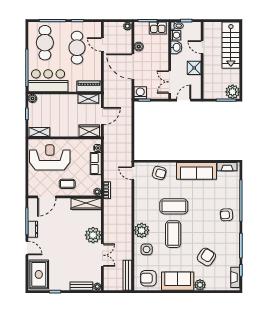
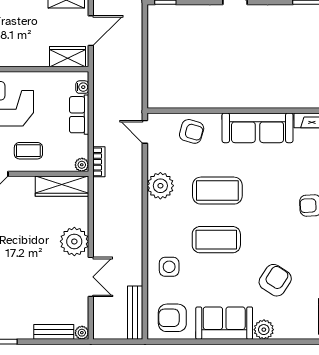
plant: (142, 230) -> (160, 186), moved
coffee table: (173, 234) -> (216, 240), turned 90

